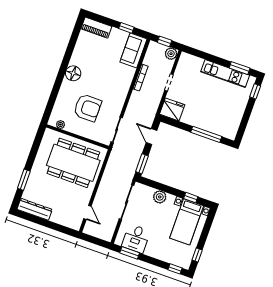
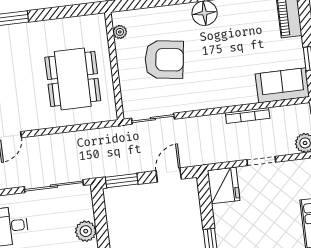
armchair: (88, 108) -> (164, 60), turned -82
dining table: (73, 163) -> (73, 79), width x0.73, depth x0.80

